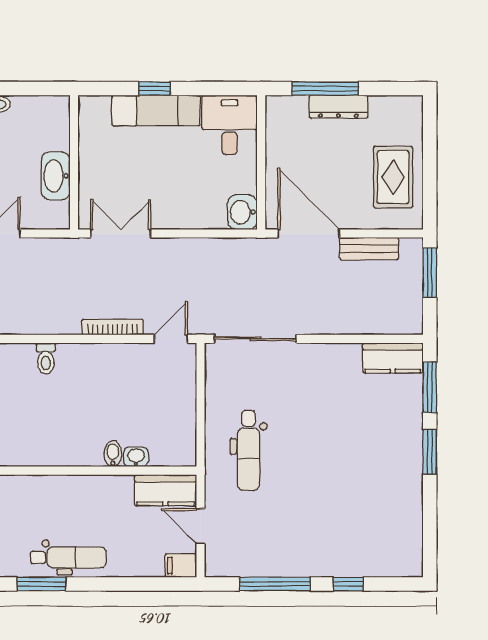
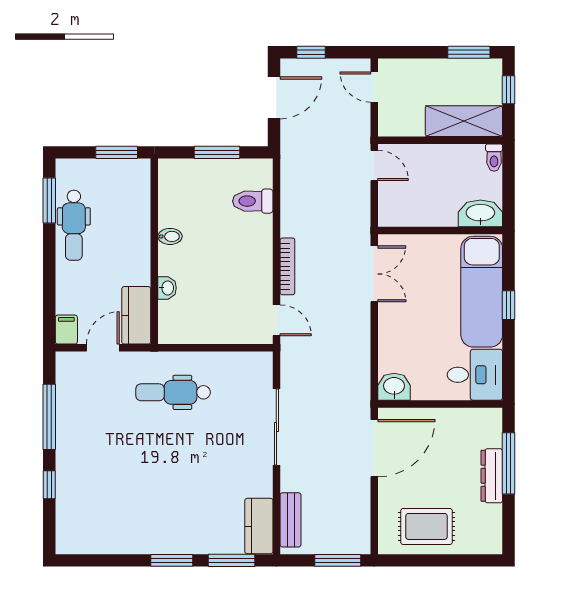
exam couch: (156, 111) -> (482, 292), width x1.36, depth x1.45
washbasin: (56, 176) -> (480, 213), moved
bench: (369, 249) -> (291, 520), moved
sliding door: (255, 339) -> (276, 427), moved
toilet: (46, 358) -> (253, 201), width x1.37, depth x1.39
bidet: (113, 454) -> (170, 236), moved

